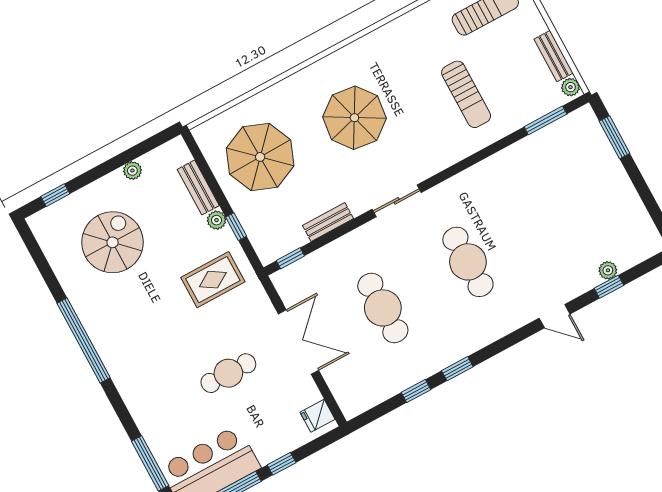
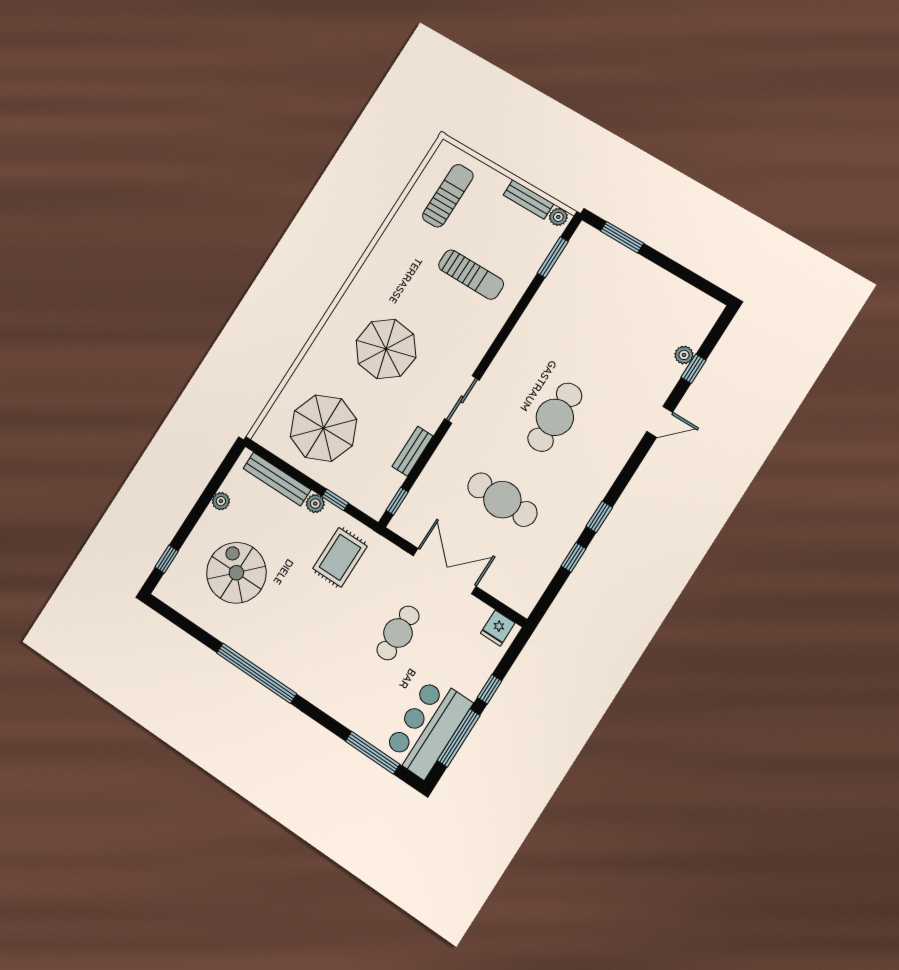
bench: (198, 187) -> (277, 479), width x1.36
cafe table: (468, 262) -> (555, 417), turned 90

